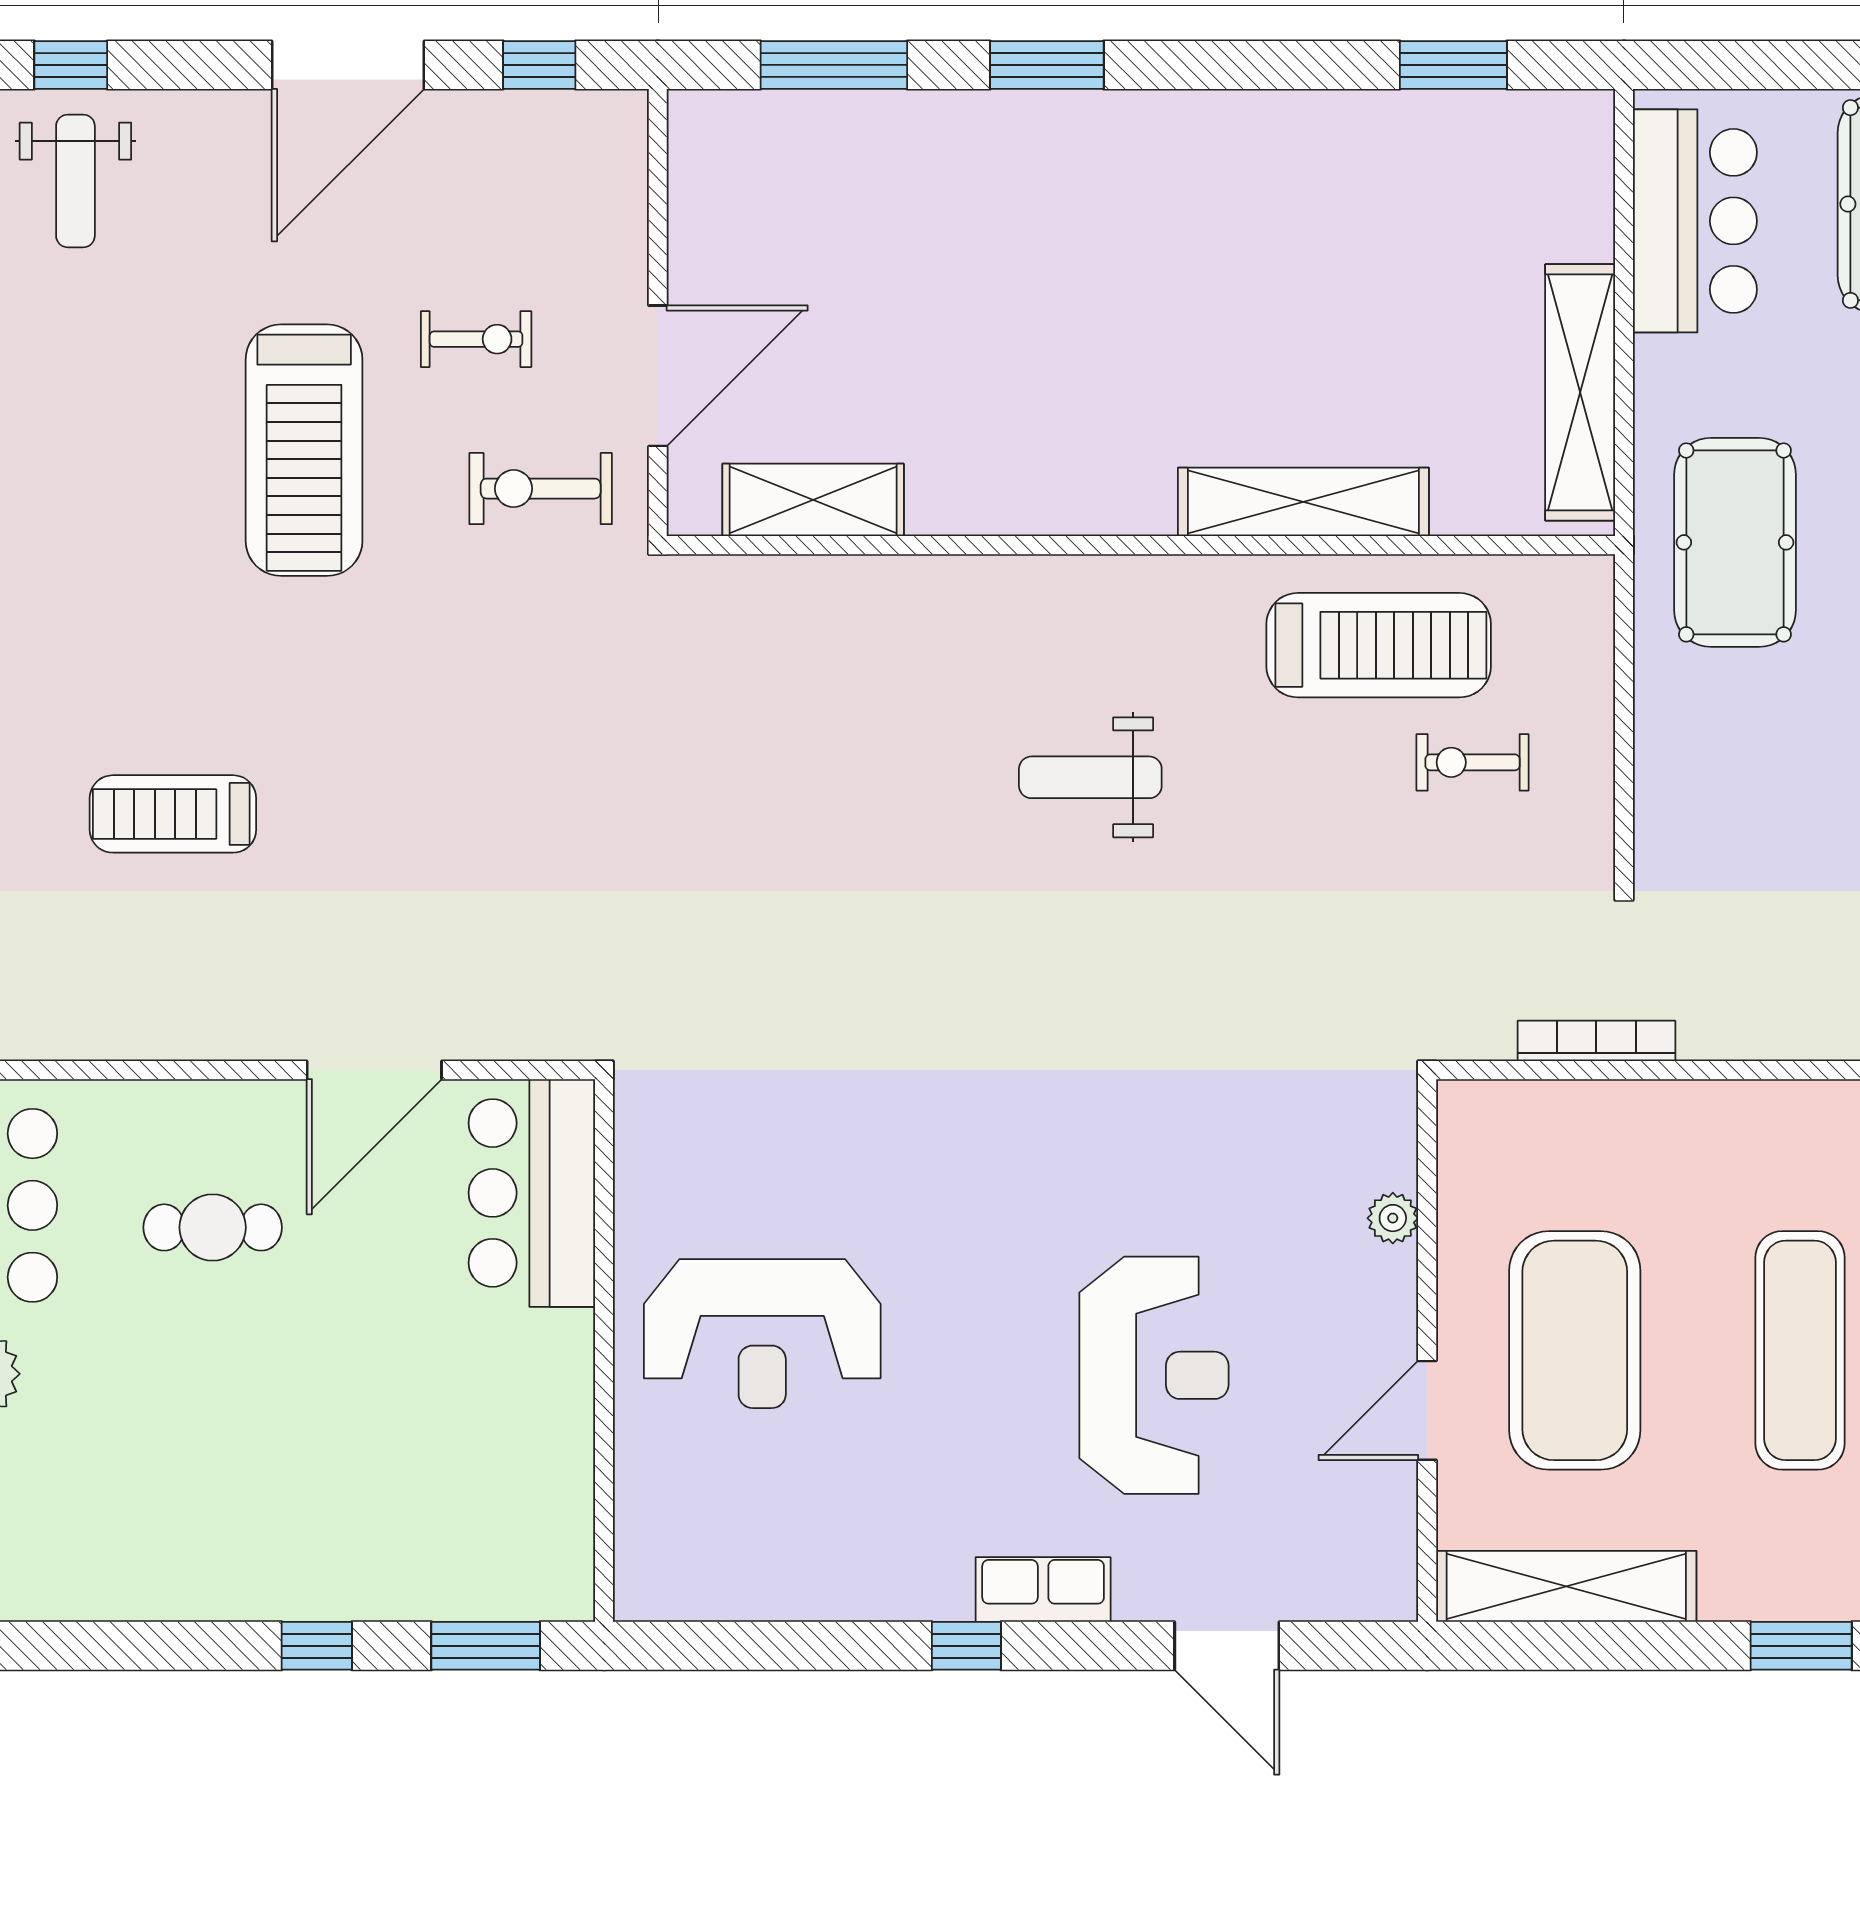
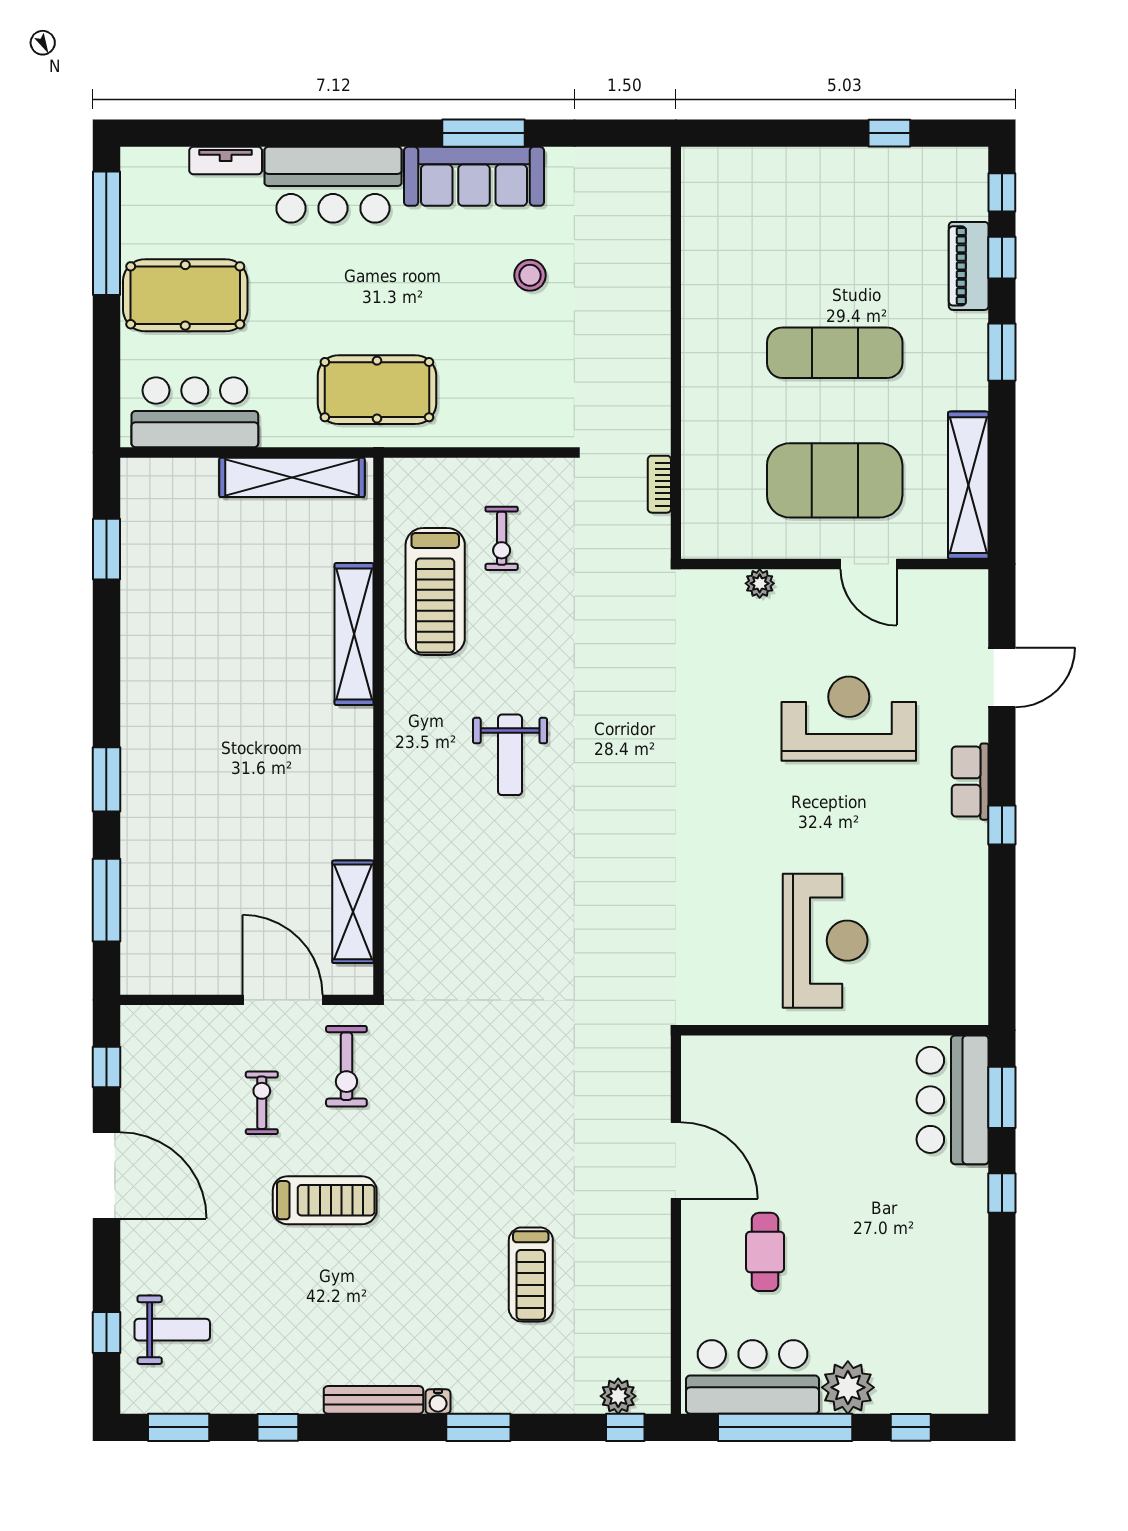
treadmill: (304, 450) -> (325, 1200), width x0.73, depth x0.73
treadmill: (1379, 645) -> (435, 591), turned 180
bookcase: (1596, 1041) -> (659, 484), width x0.64
bar counter: (532, 1193) -> (953, 1100), moved, turned 90

